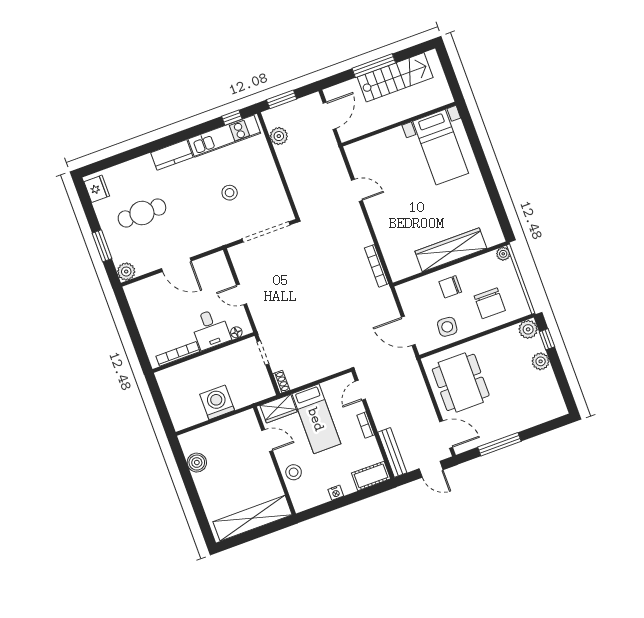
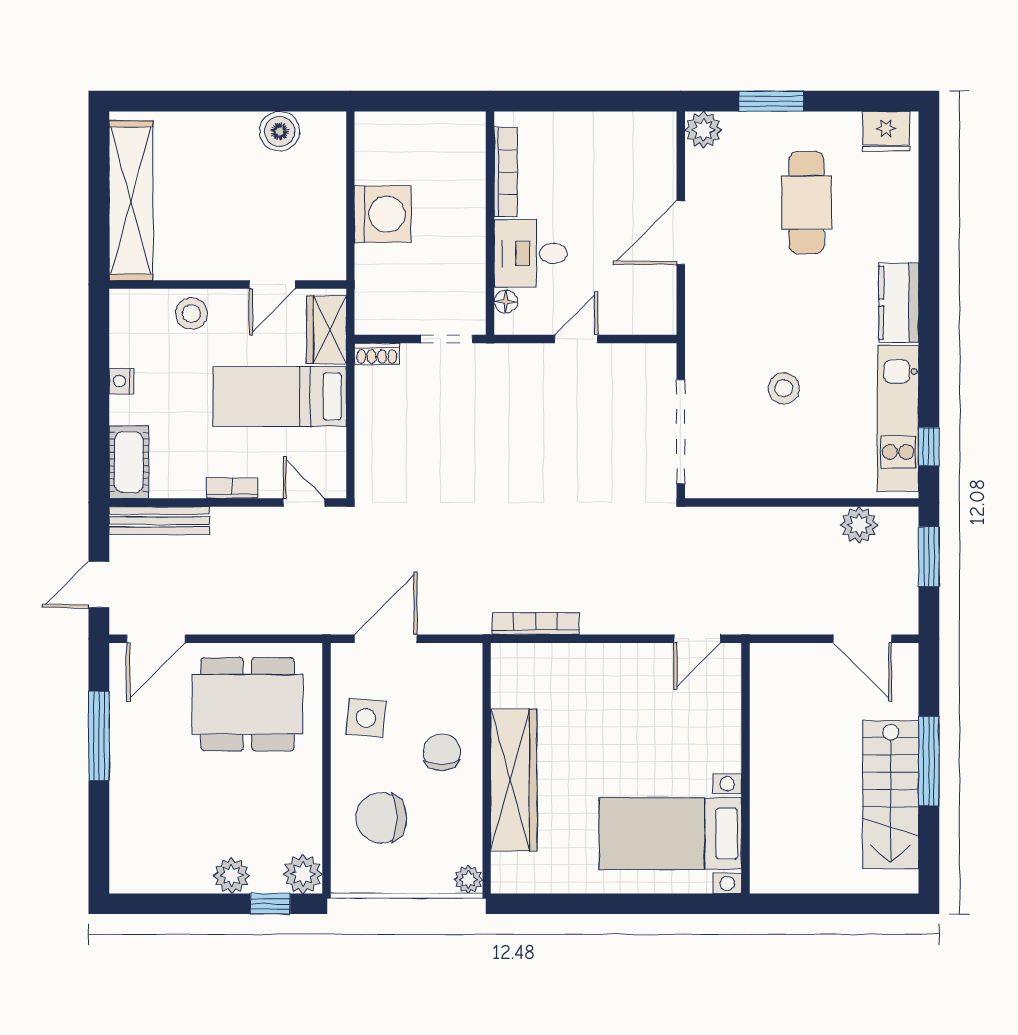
wall: (399, 124) -> (746, 768), moved
bed with nightstands: (441, 147) -> (670, 834), moved

